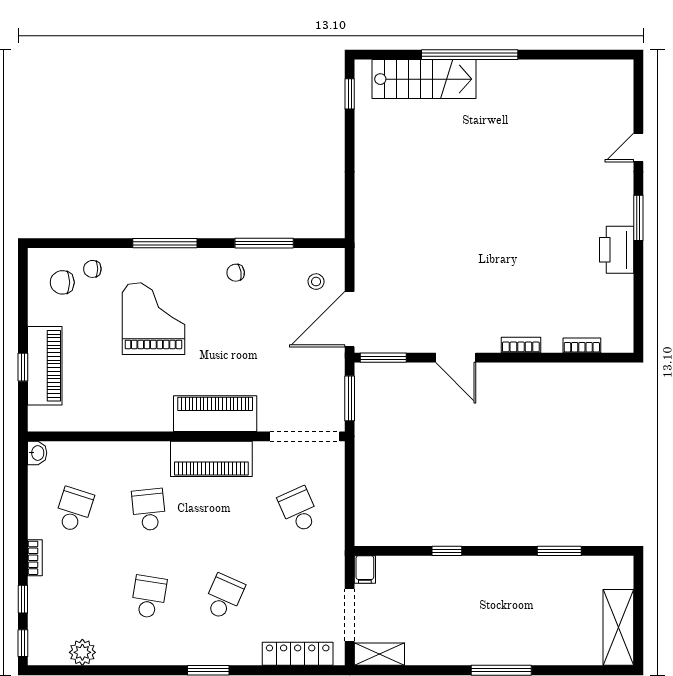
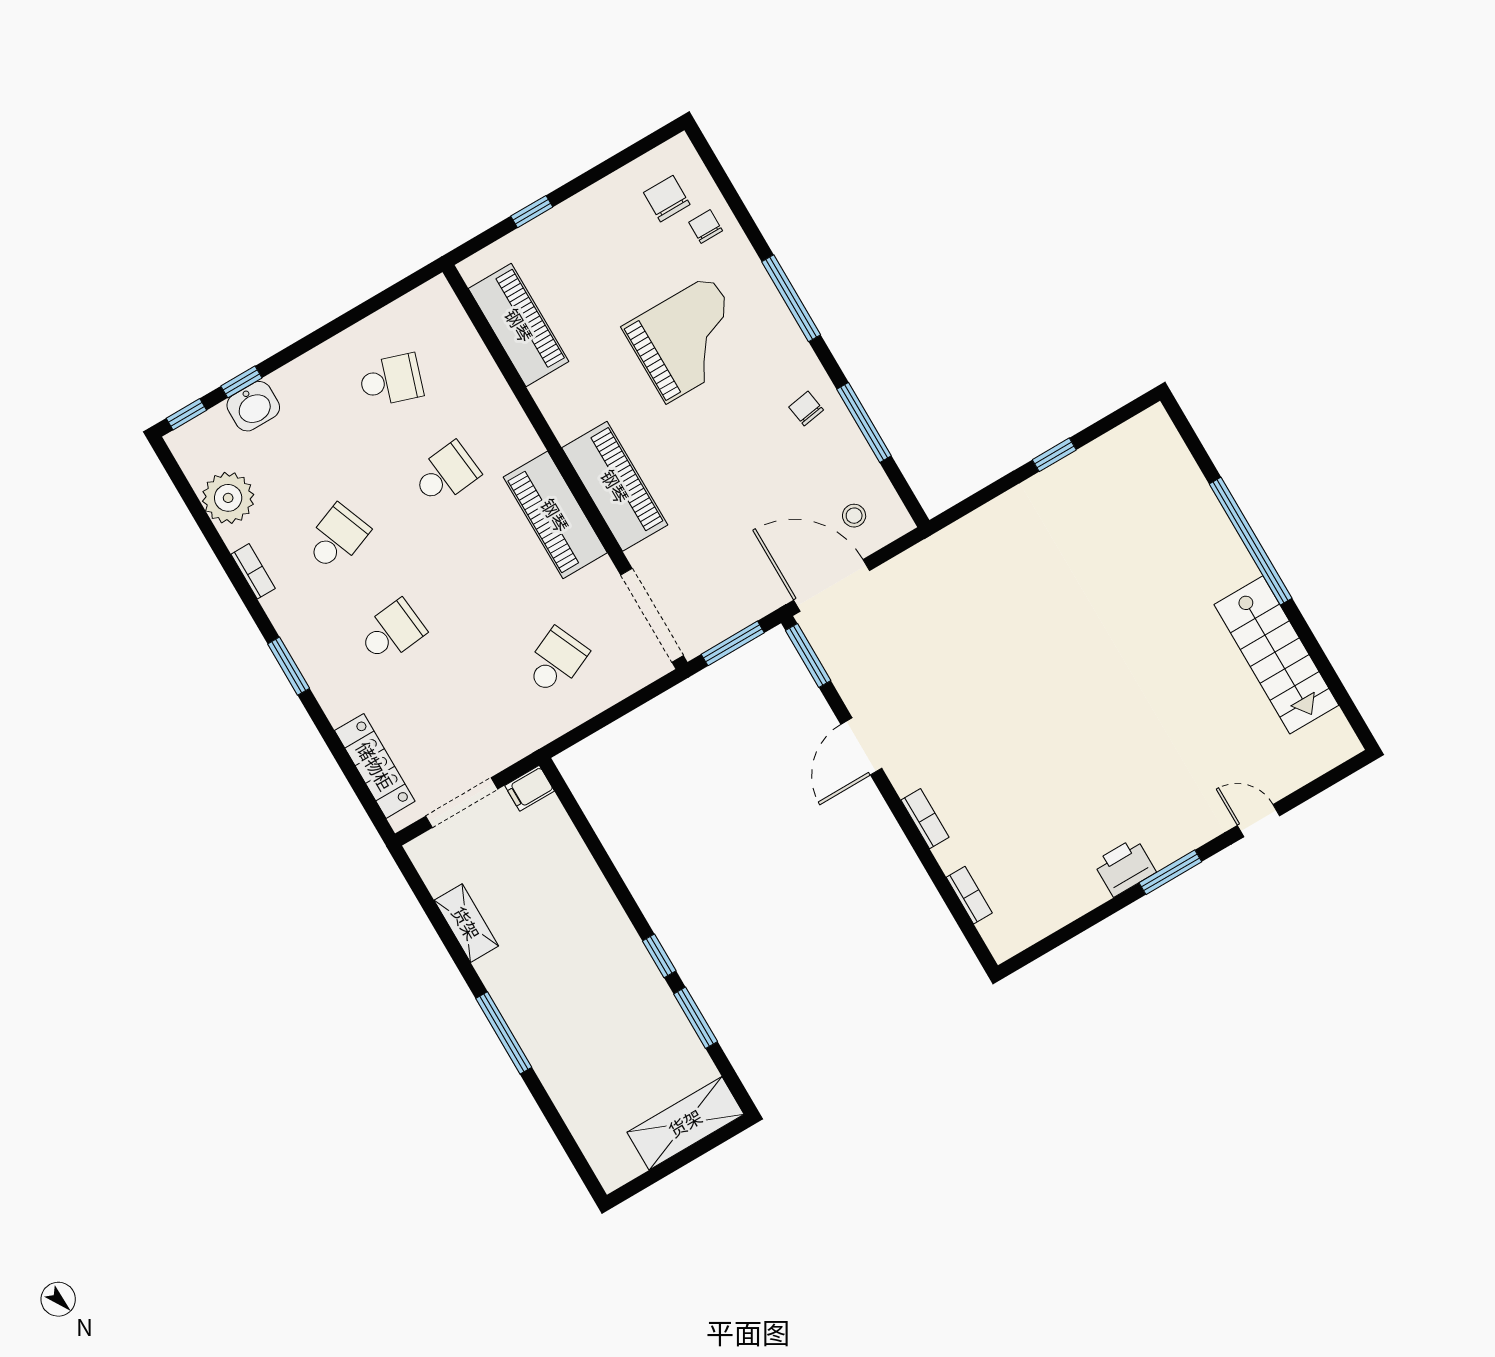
stairs: (424, 79) -> (1276, 655), moved
window: (350, 94) -> (1054, 455), moved
printer: (617, 250) -> (1125, 867), width x0.73, depth x0.84
piano: (45, 366) -> (519, 325), moved, turned -90
washbasin: (37, 453) -> (253, 406), moved, width x1.38, depth x1.45
window: (447, 551) -> (659, 956), moved
bookcase: (35, 558) -> (253, 571), moved, turned -90
school desk: (149, 597) -> (337, 538), turned -30
school desk: (224, 597) -> (392, 632), turned -30
shelving: (618, 627) -> (685, 1123), moved
plant: (82, 652) -> (228, 498), width x1.36, depth x1.36
shelving: (379, 654) -> (466, 923), moved

